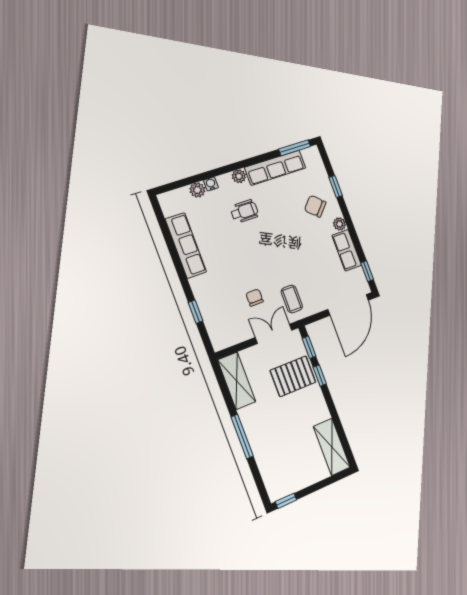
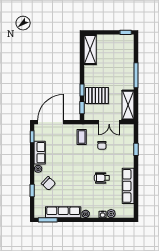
wheelchair: (244, 211) -> (102, 178), moved
double door: (274, 334) -> (109, 122), moved

